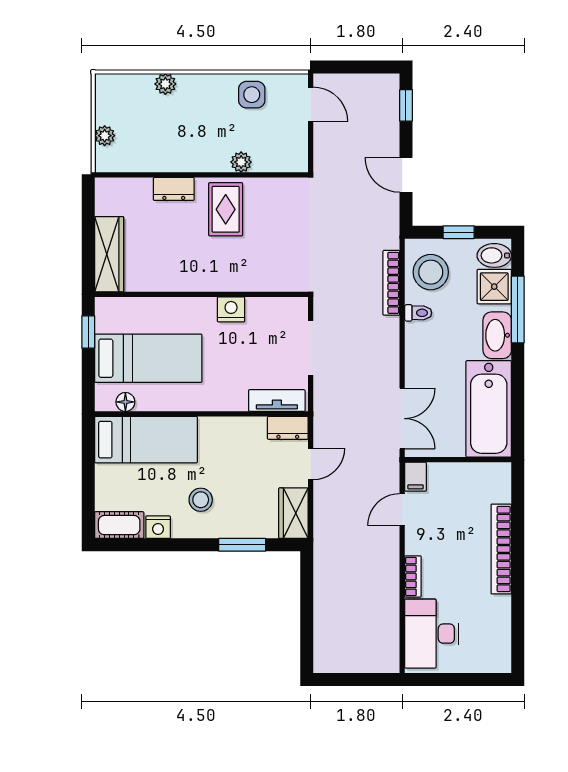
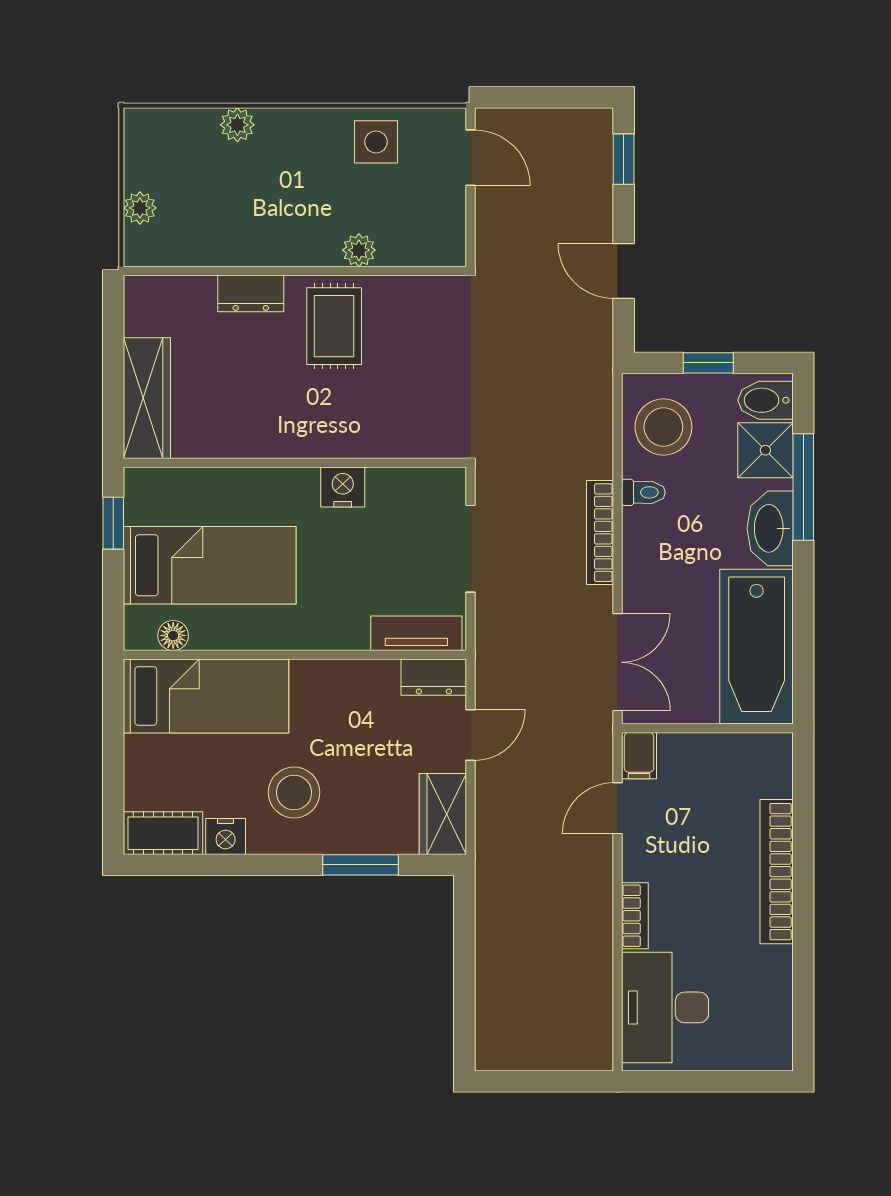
bookcase: (391, 283) -> (600, 533), moved
stool: (201, 500) -> (294, 793), width x1.38, depth x1.38

